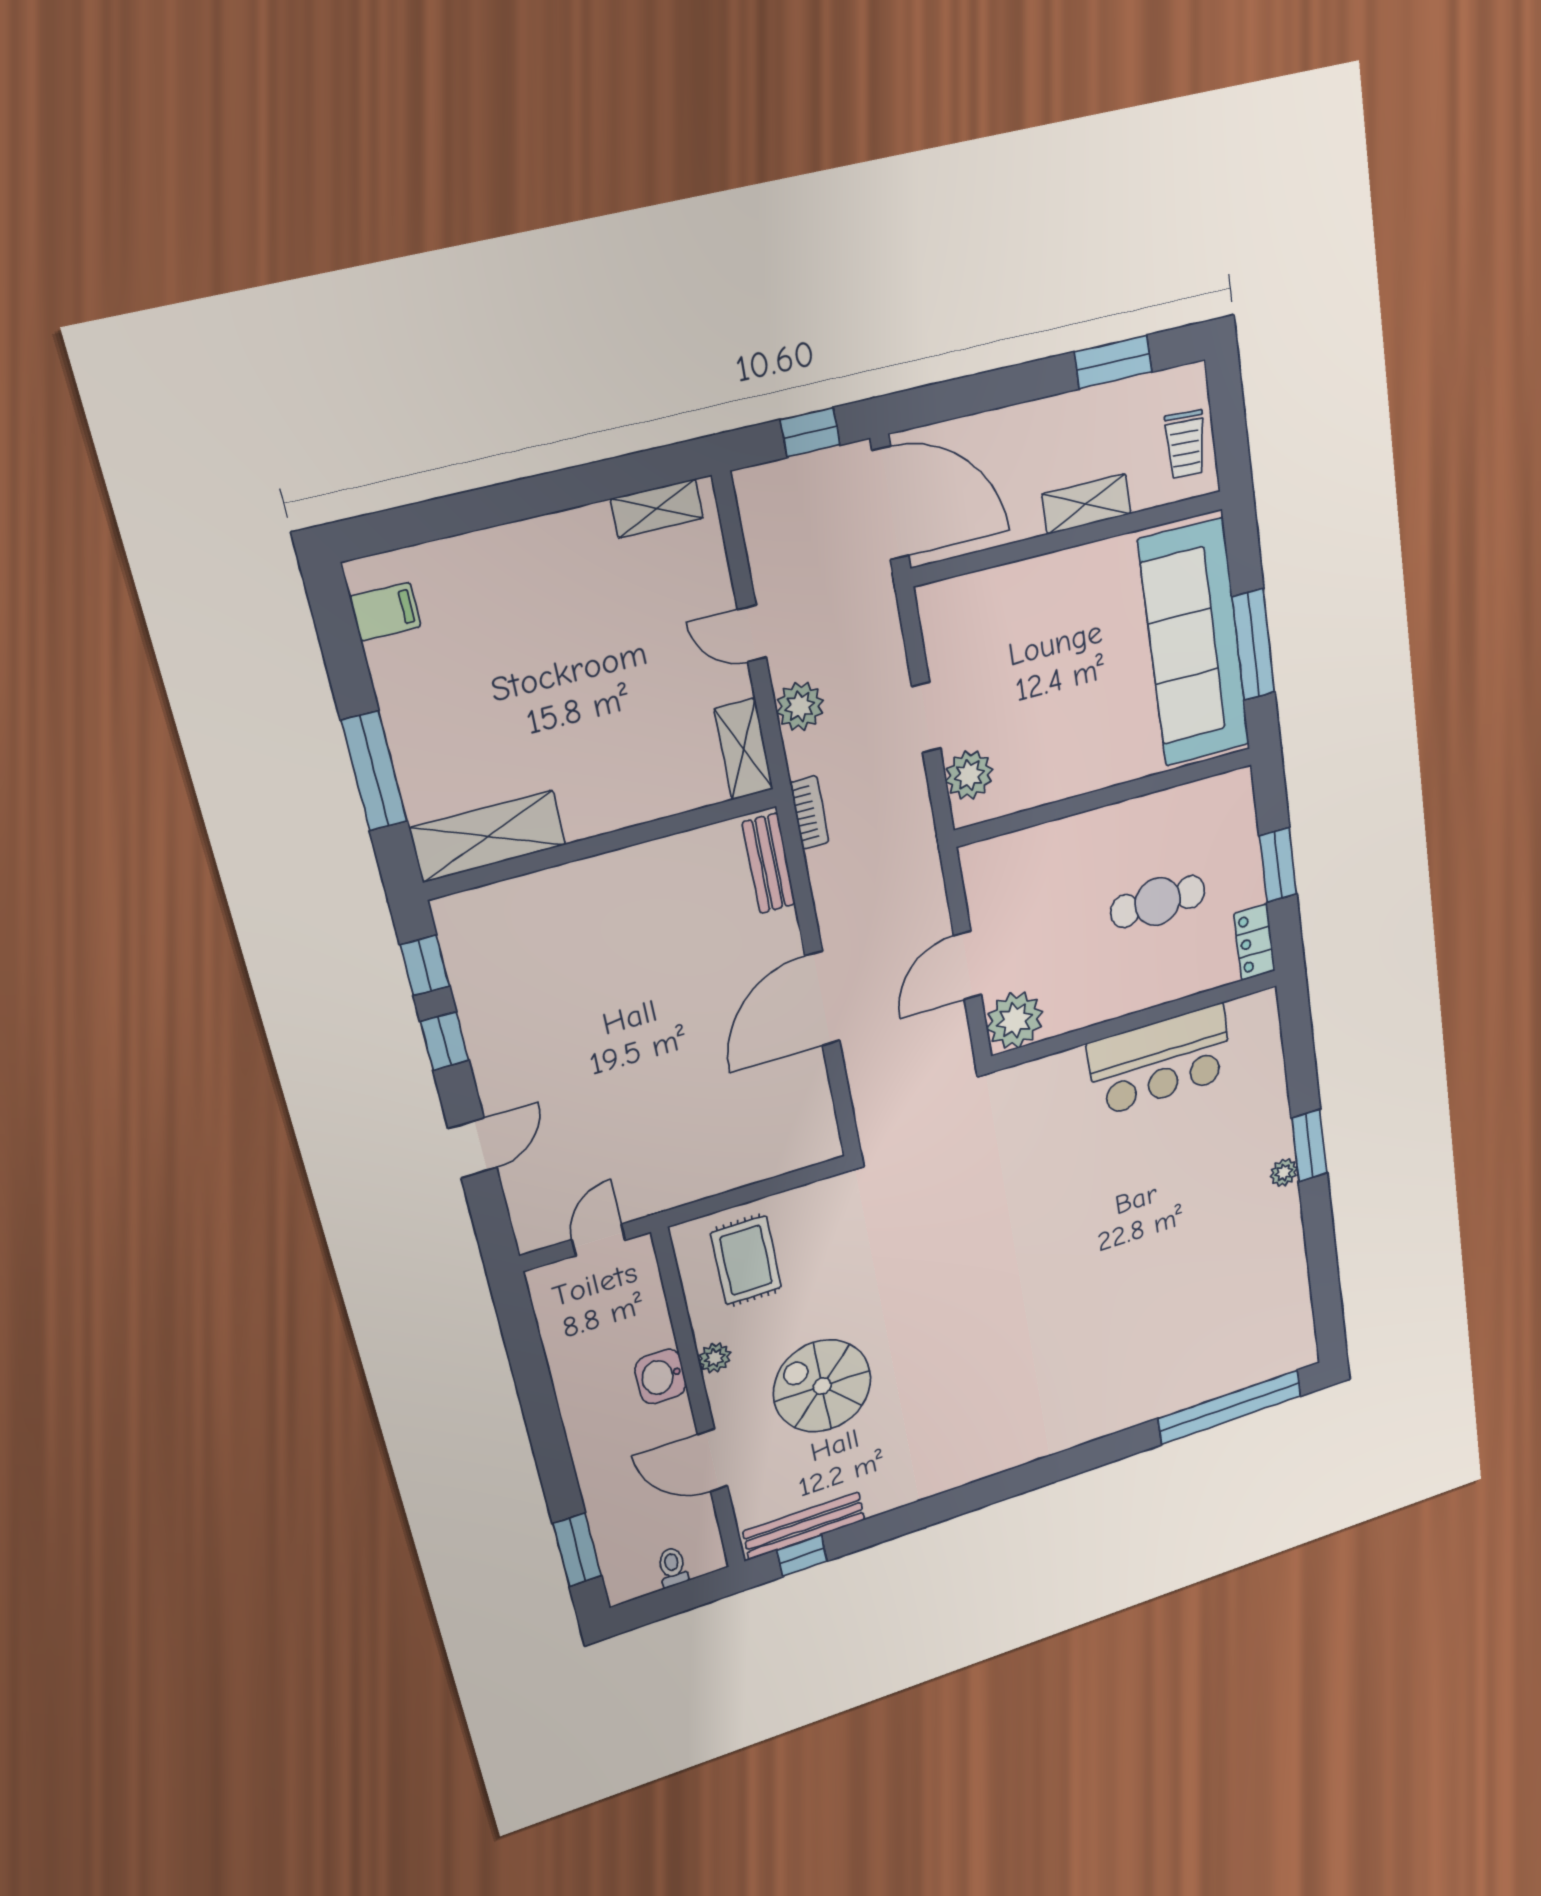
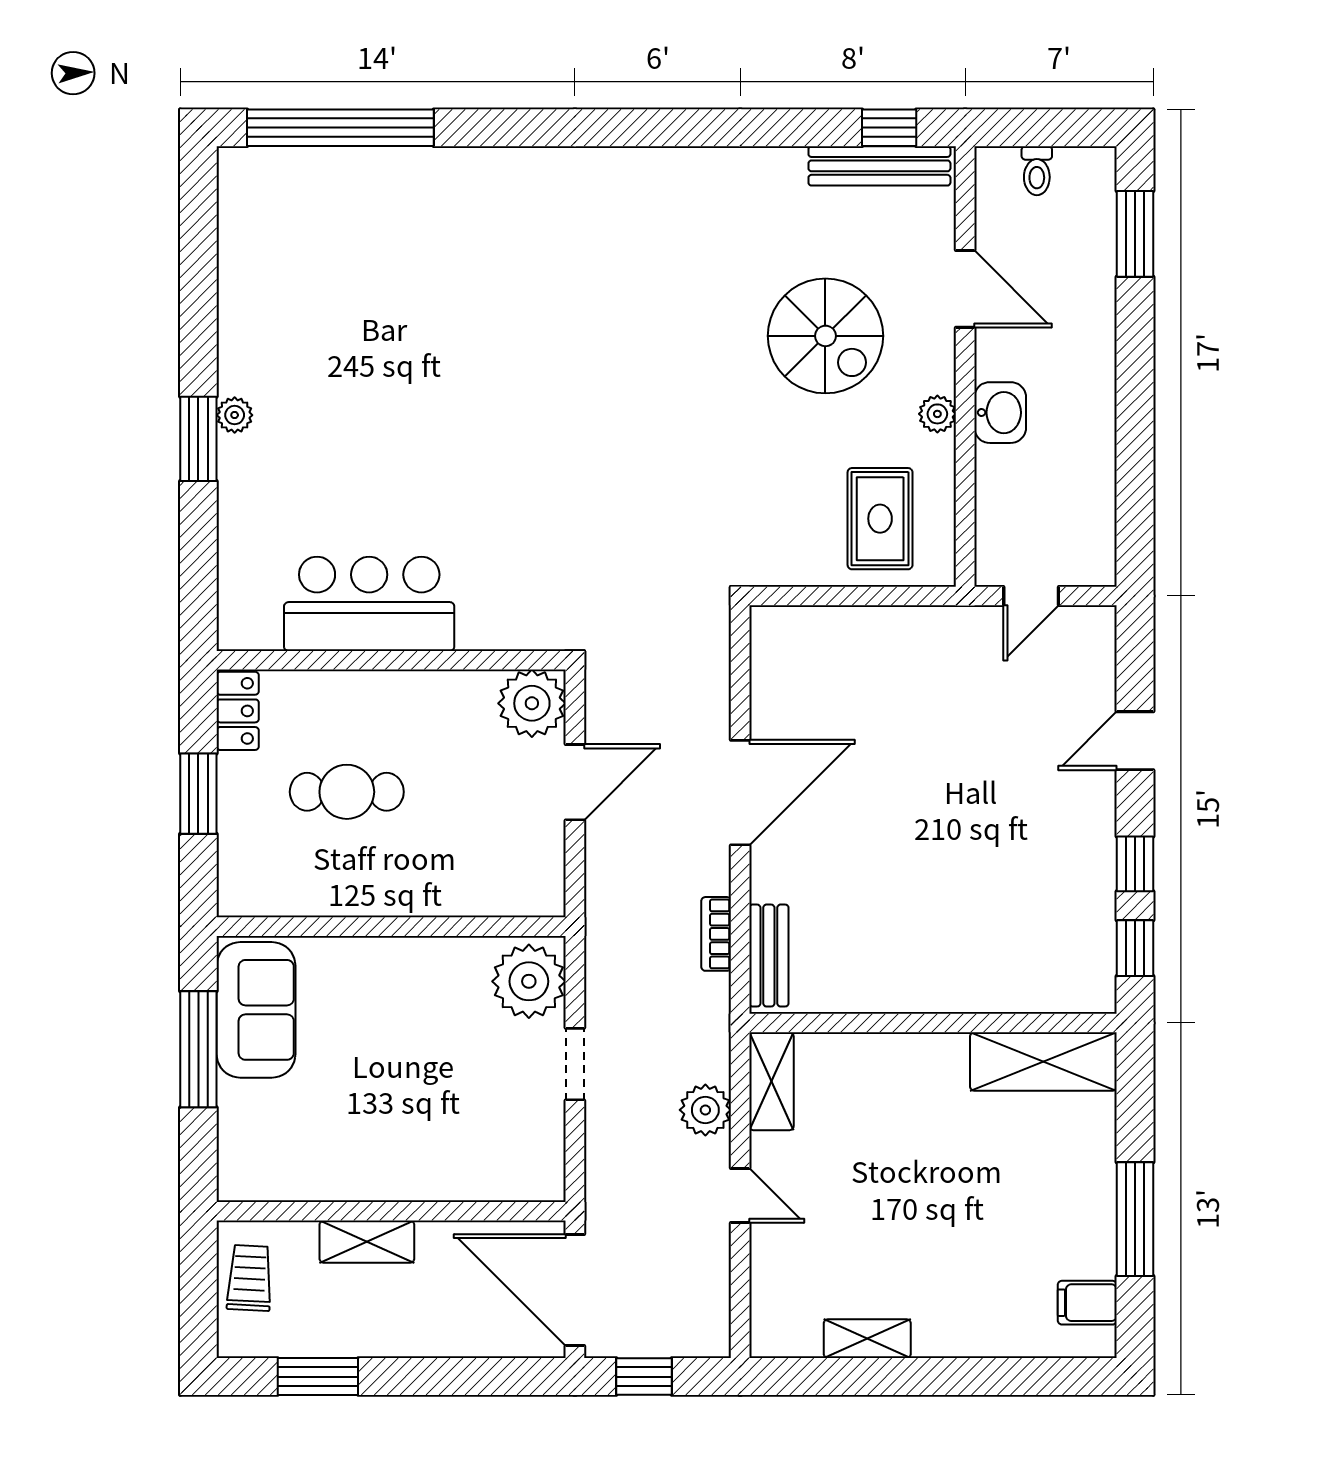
shelving: (657, 508) -> (867, 1339), moved
sofa: (1194, 643) -> (256, 1010), width x0.54, depth x0.79
window: (374, 771) -> (1135, 1219), moved
plant: (969, 775) -> (529, 981), width x1.36, depth x1.36
bookcase: (809, 813) -> (716, 934), moved

